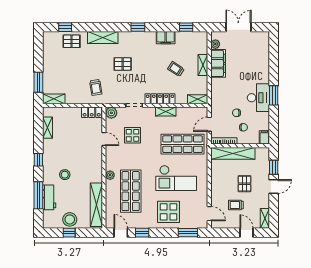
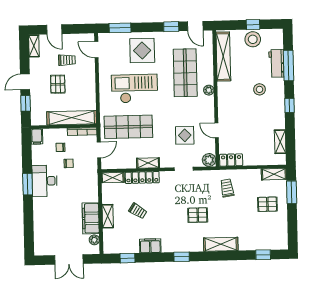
pallet: (72, 41) -> (267, 204), moved
locker: (160, 99) -> (142, 178), moved

